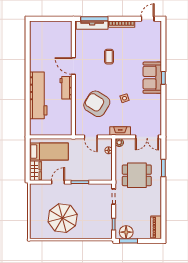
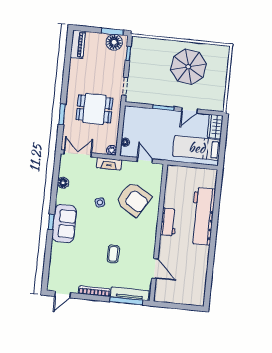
door: (73, 66) -> (155, 268), moved
floor lamp: (157, 111) -> (63, 183), added

